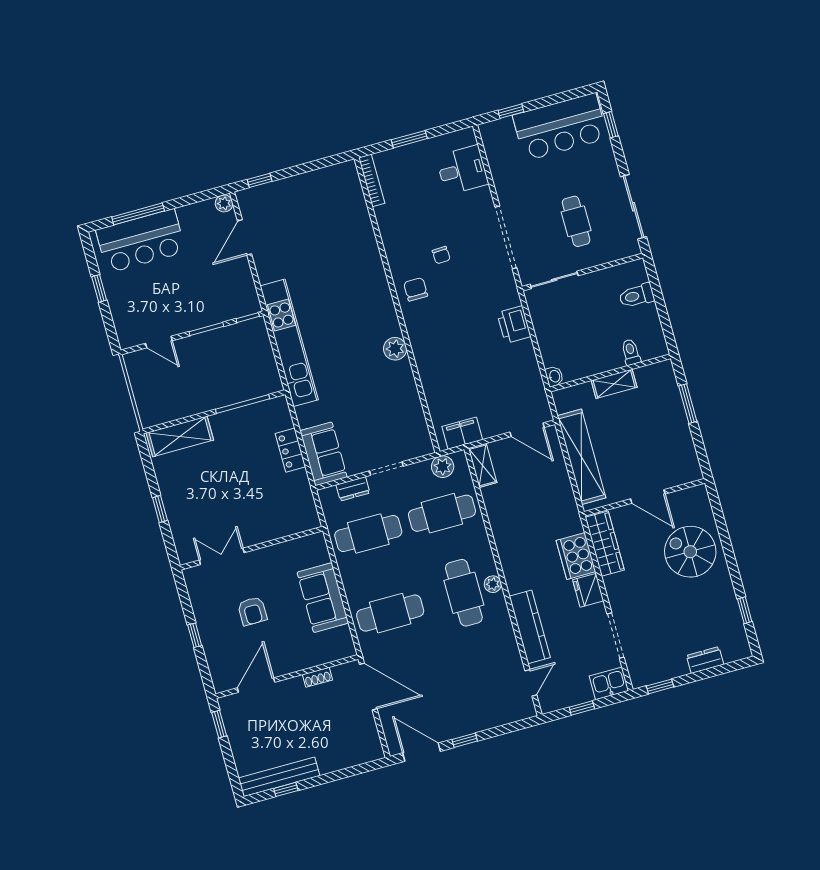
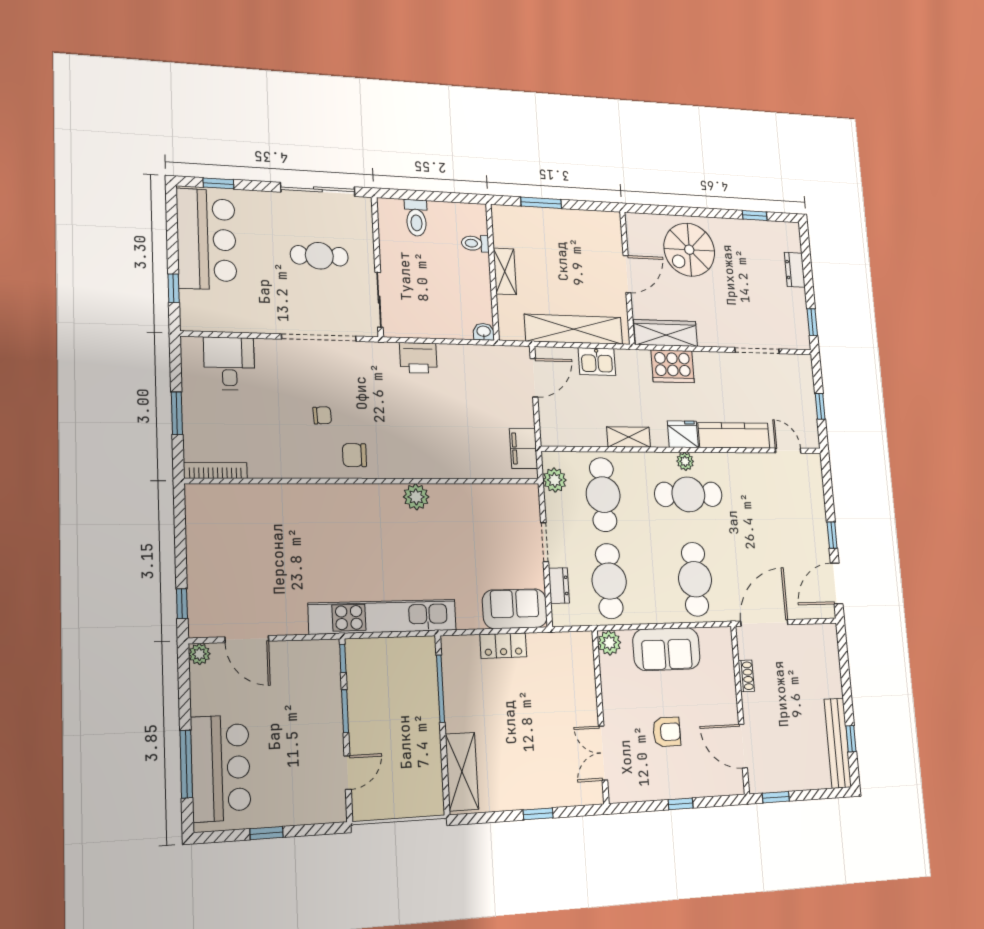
shelving: (483, 465) -> (629, 437), moved
plant: (316, 544) -> (609, 643), added
fridge: (588, 590) -> (683, 434), moved, turned 180
kitchen sink: (609, 683) -> (597, 362), moved, turned -90

